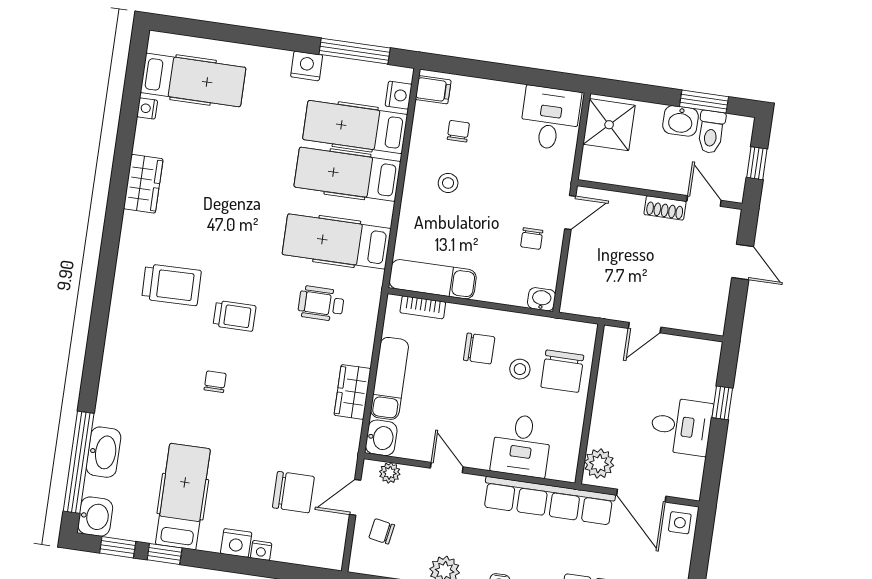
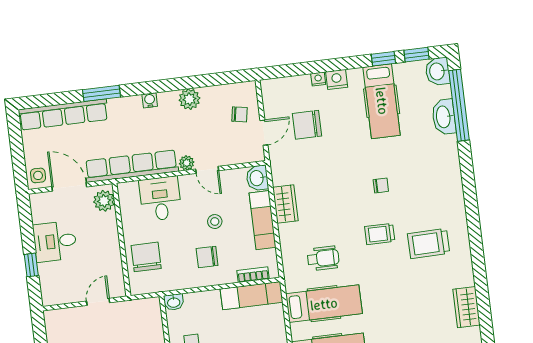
stool: (520, 369) -> (215, 222), moved
chair: (215, 382) -> (381, 186), turned -90
plant: (390, 473) -> (187, 163), moved

